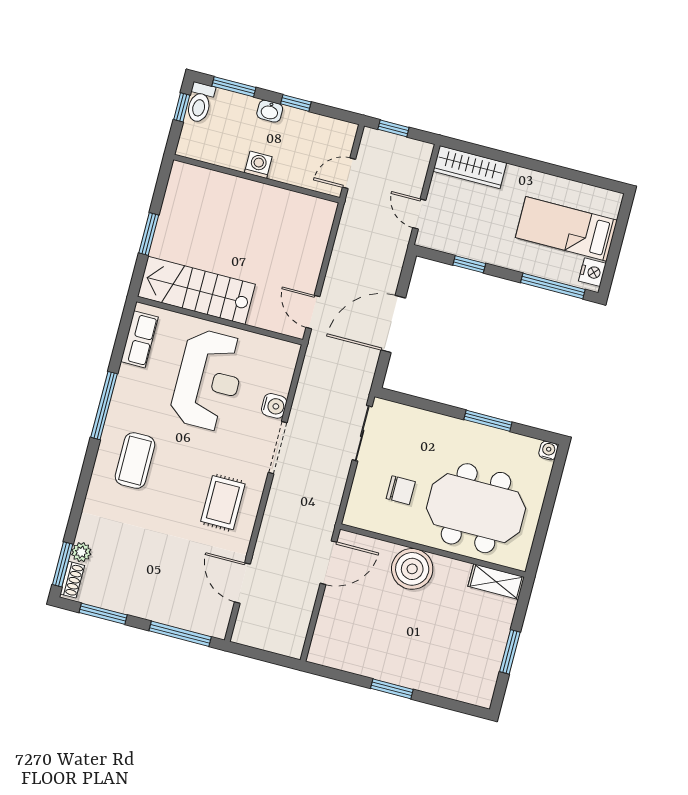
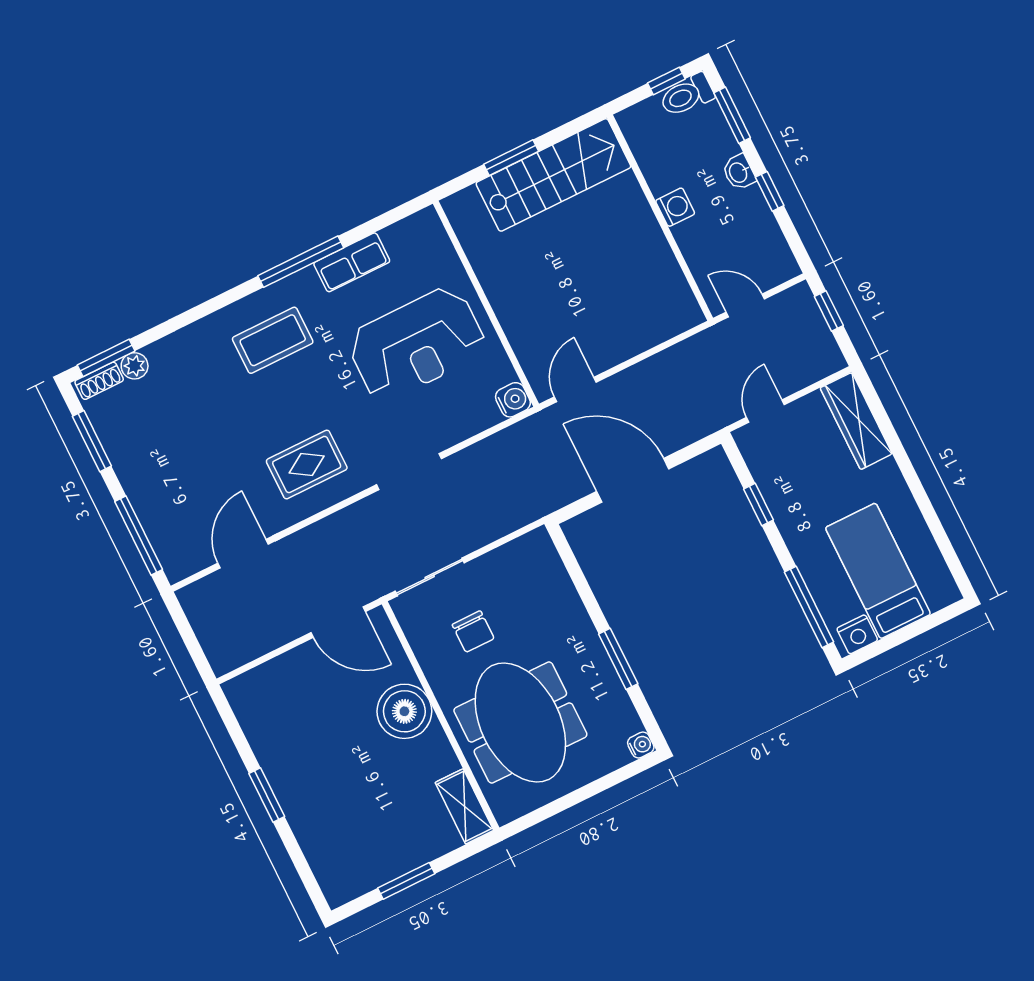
stairs: (196, 290) -> (553, 175), moved, turned 90
row of seats: (139, 339) -> (352, 262), moved
water cooler: (274, 406) -> (513, 400), moved, turned -90
sliding door: (362, 433) -> (430, 577), moved

